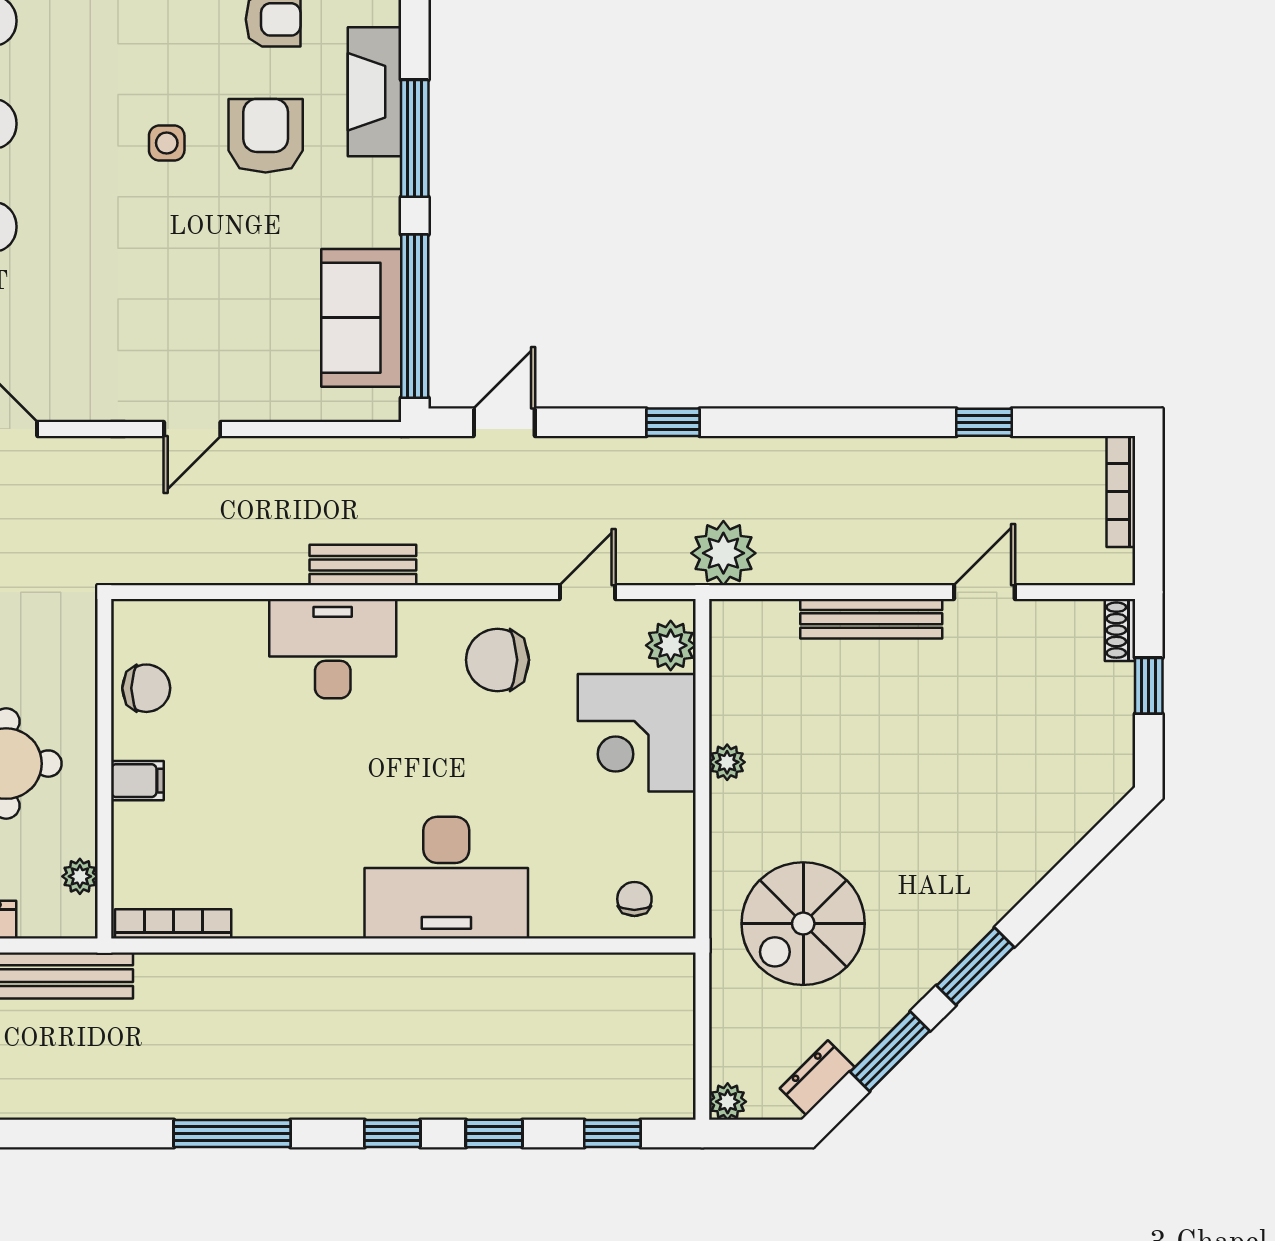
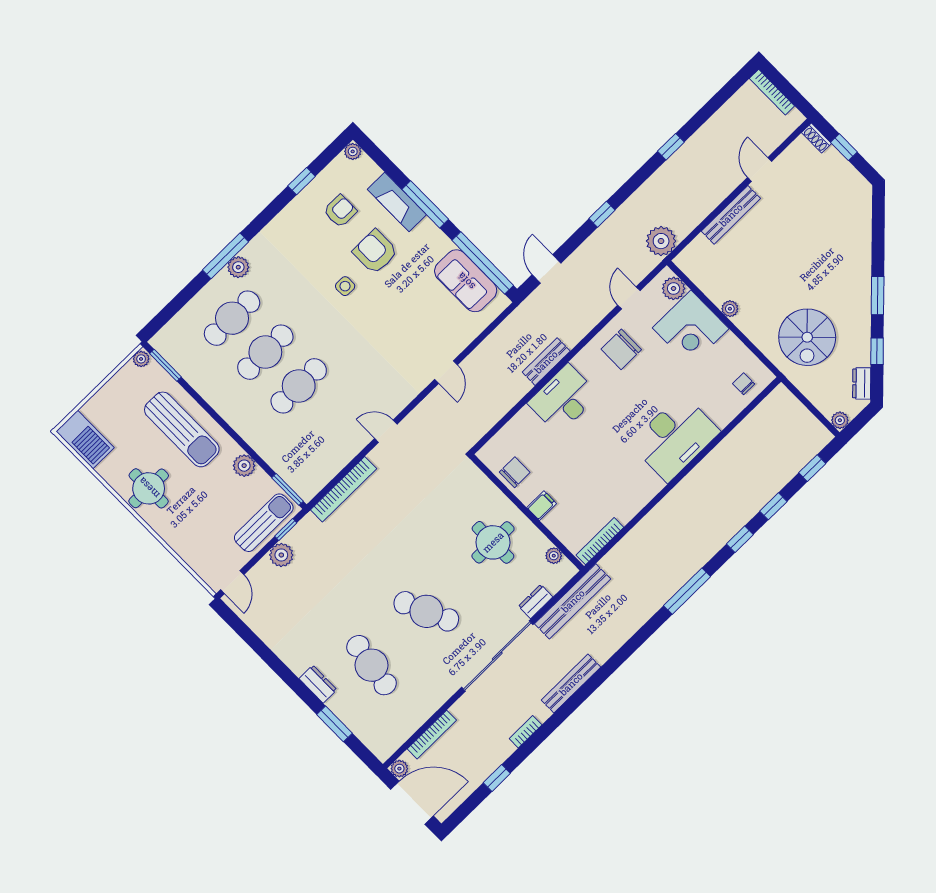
window: (984, 422) -> (671, 147), moved
window: (890, 1051) -> (877, 351), width x0.67

